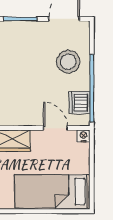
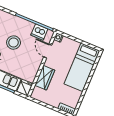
stool: (68, 62) -> (14, 43), moved
door: (55, 128) -> (48, 51), hinge flipped

